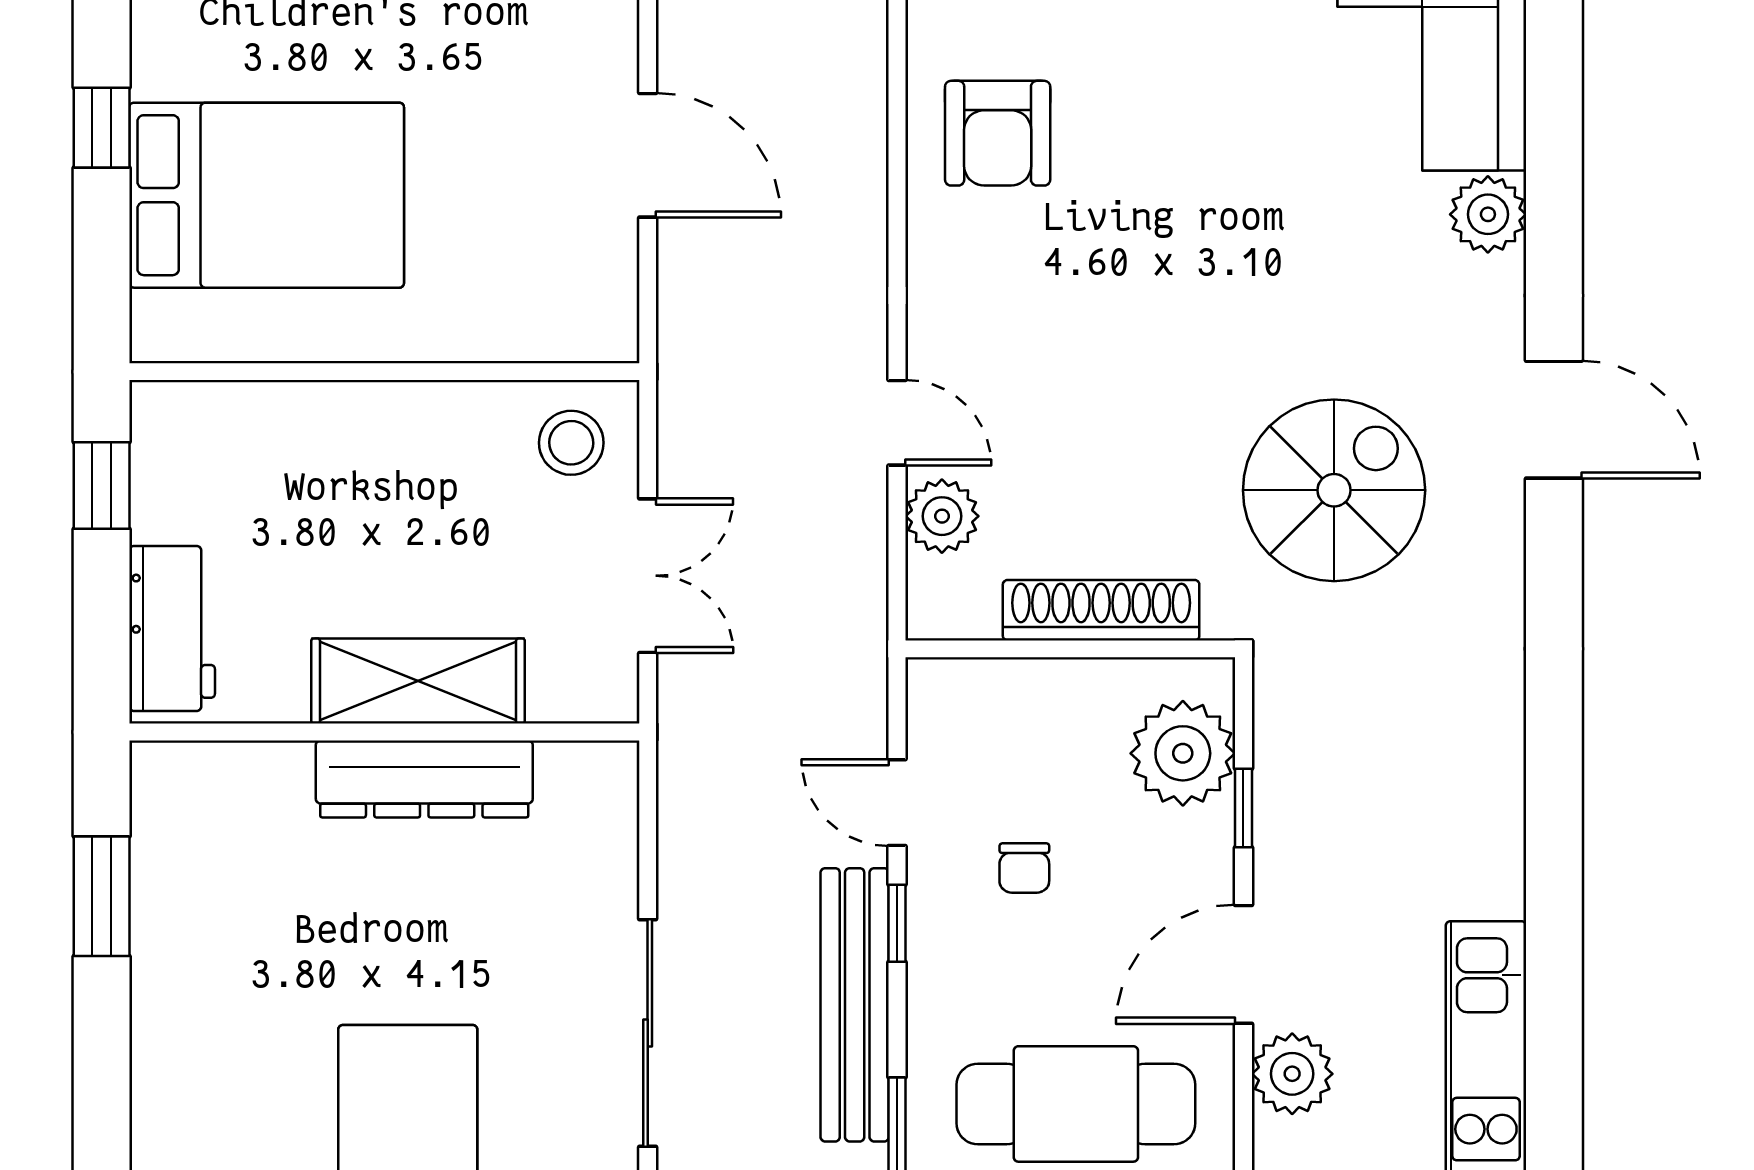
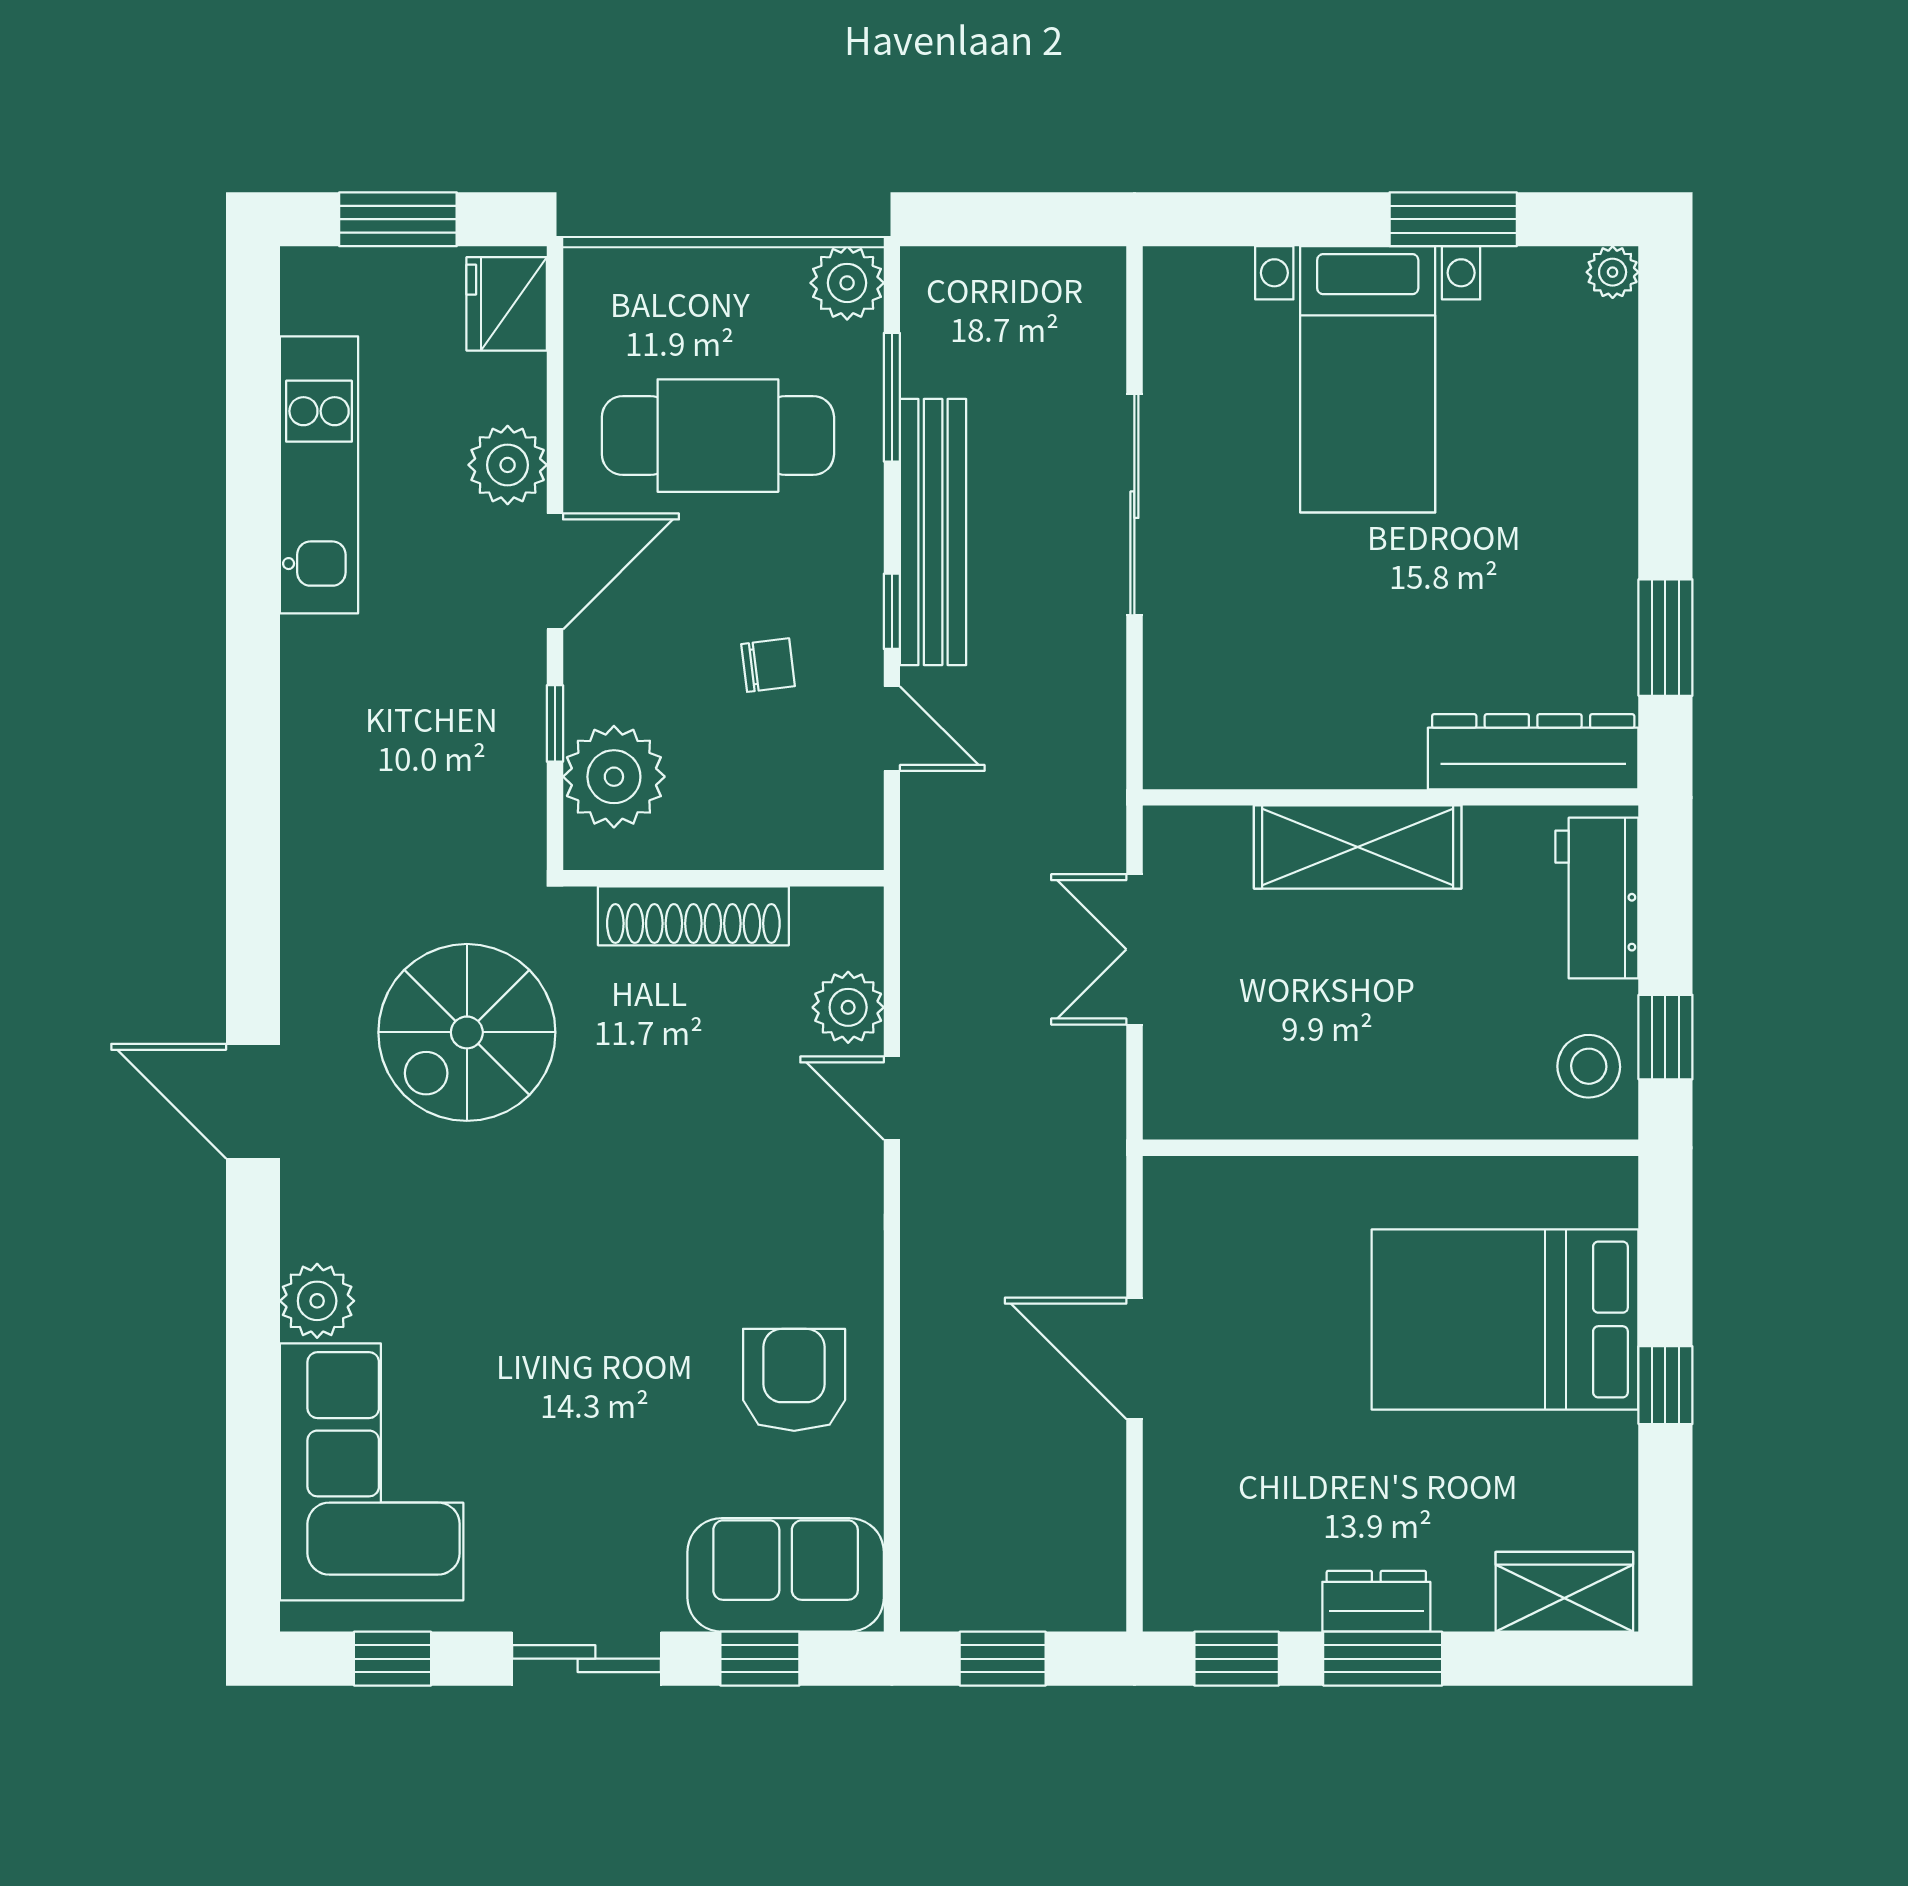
stool: (571, 443) -> (1589, 1066), moved
dresser: (424, 779) -> (1533, 752), moved
chair: (1024, 868) -> (768, 665), turned 83

